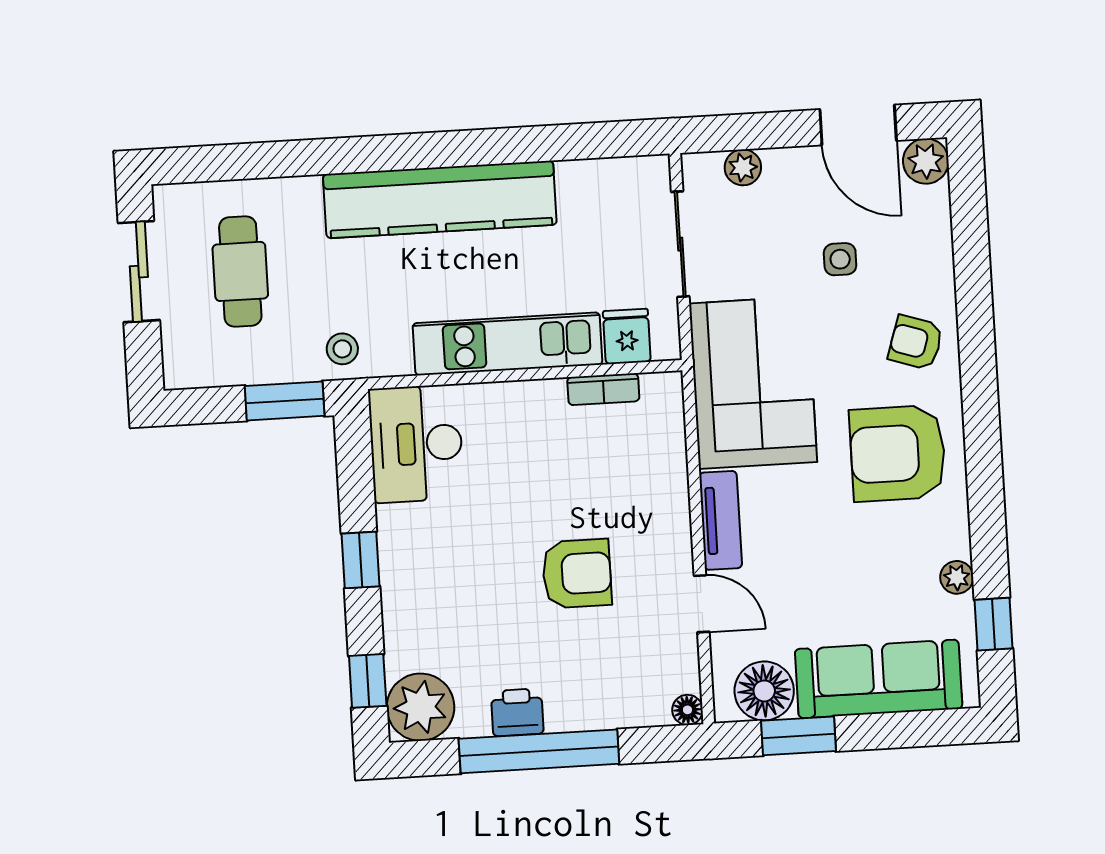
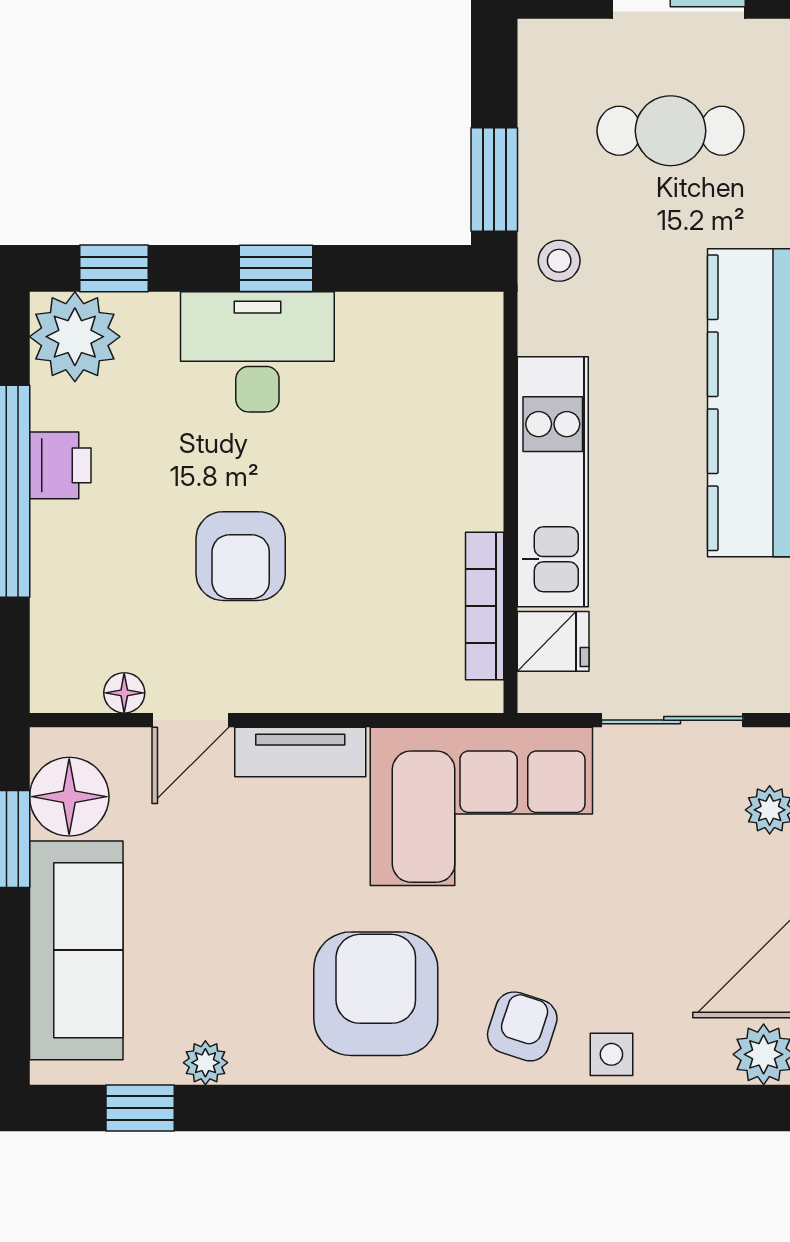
side table: (840, 259) -> (611, 1054), moved
bookcase: (603, 389) -> (485, 606), width x1.56
desk: (416, 444) -> (257, 352), moved
floor lamp: (687, 710) -> (124, 693), moved

